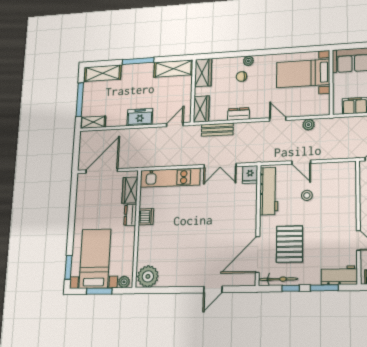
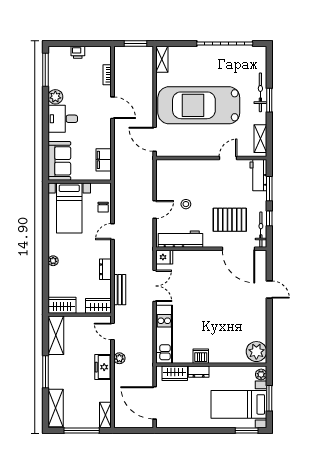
chair: (241, 77) -> (103, 207), moved
plant: (309, 125) -> (119, 358), moved

